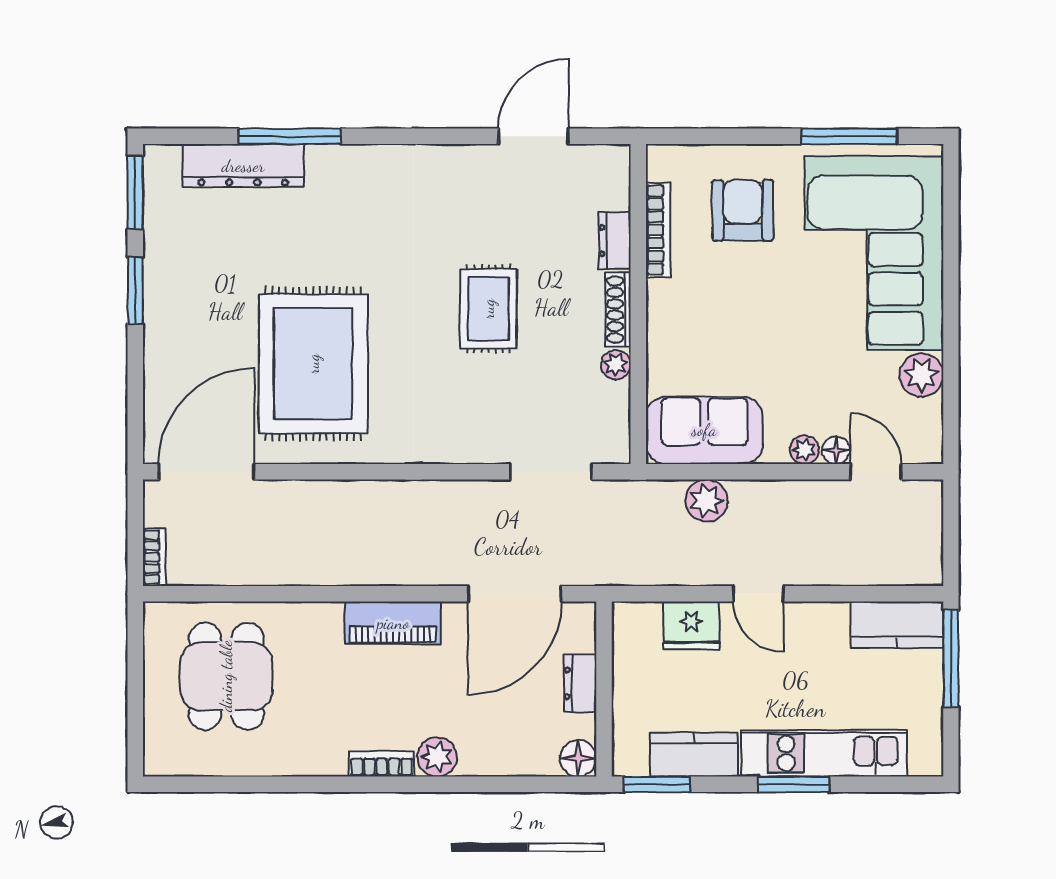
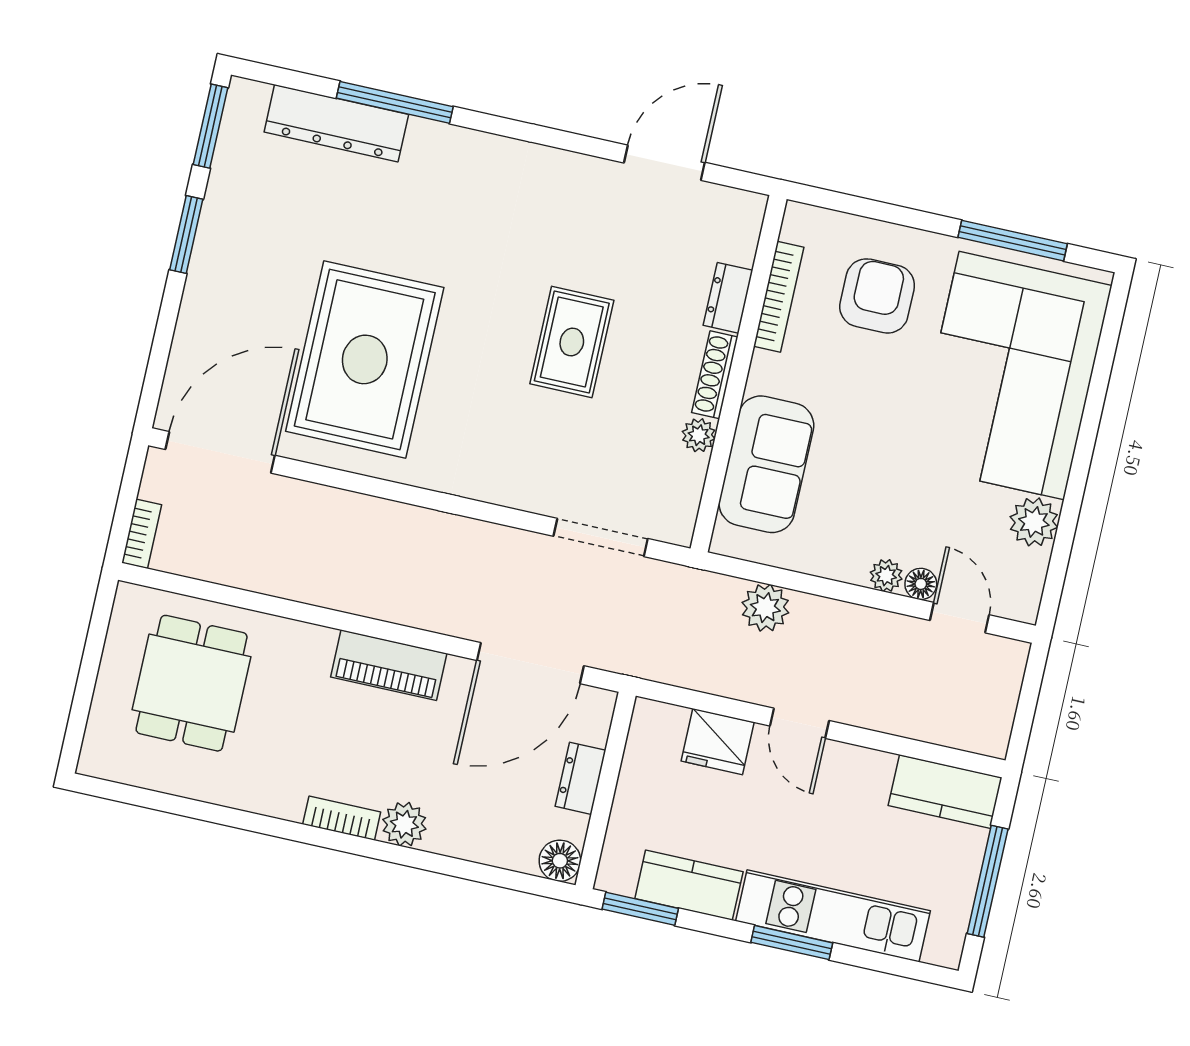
sofa: (704, 430) -> (766, 464), moved, turned 90
window: (951, 659) -> (988, 881), moved

